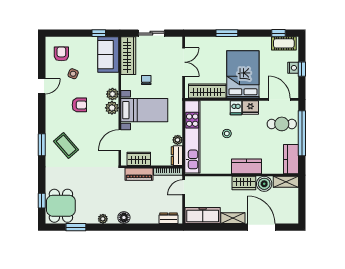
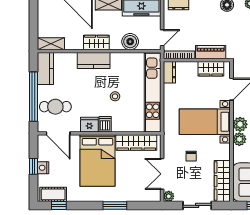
chair: (146, 80) -> (191, 156), moved
plant: (178, 140) -> (169, 196), moved
boiler: (264, 184) -> (130, 42), moved

